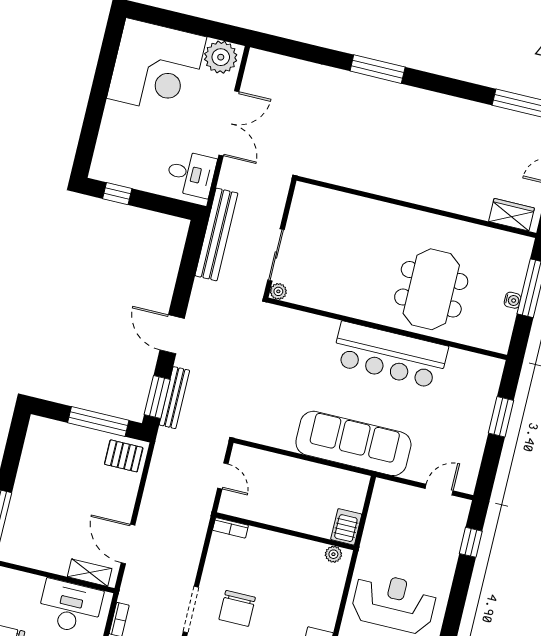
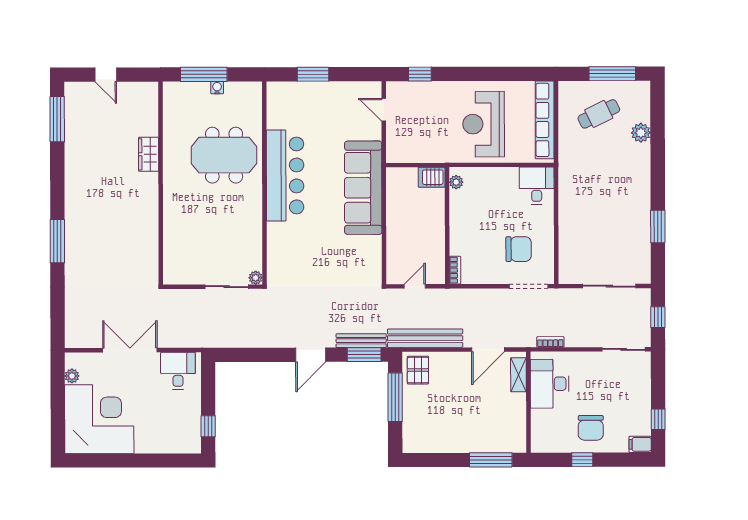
plant: (221, 57) -> (72, 376), width x0.53, depth x0.53
wardrobe: (511, 215) -> (149, 154), moved
bench: (216, 234) -> (425, 338), moved

